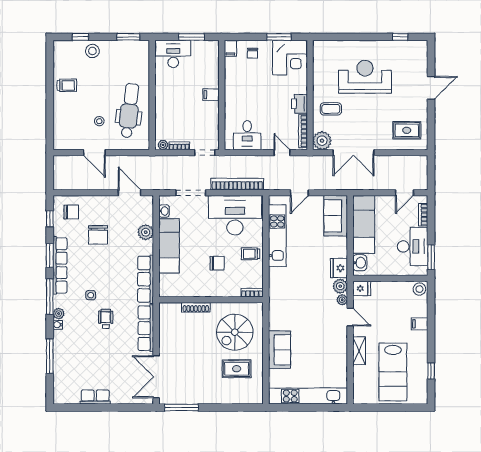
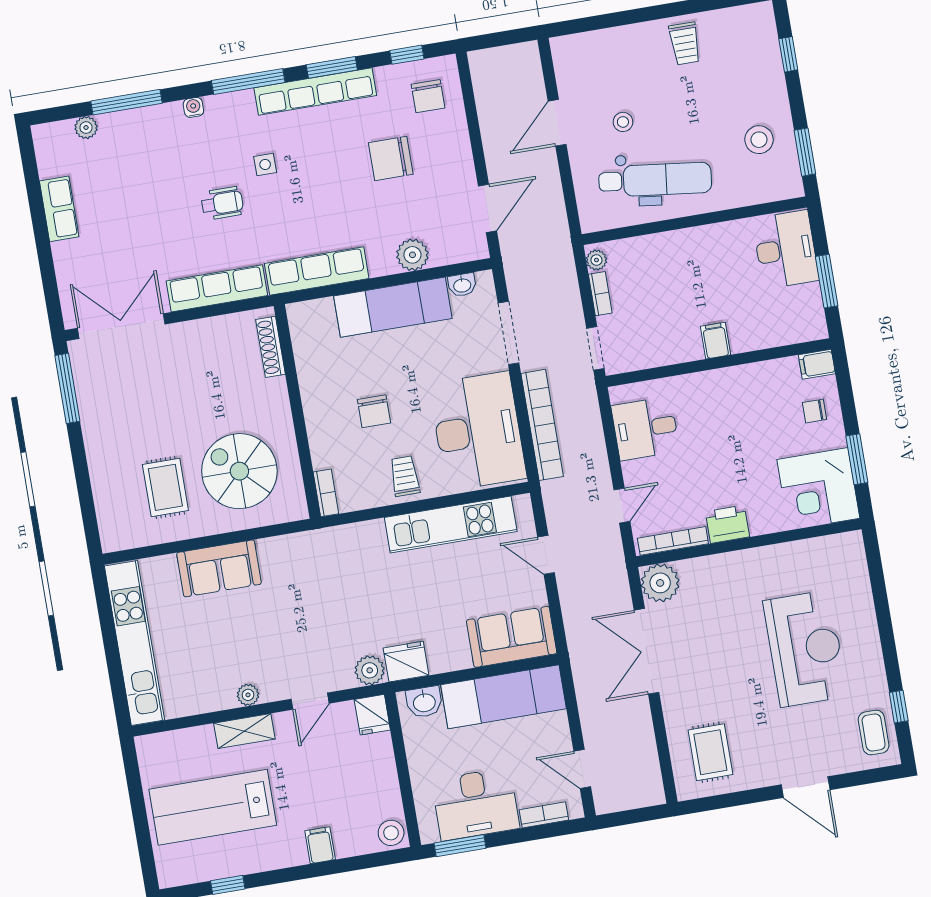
stool: (92, 51) -> (759, 140), moved
coffee table: (331, 109) -> (874, 733), moved
plant: (342, 300) -> (248, 695), moved
shoe rack: (196, 307) -> (271, 347), moved
plant: (59, 314) -> (86, 128), moved

